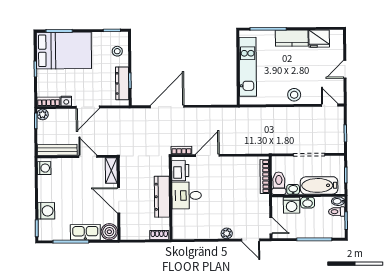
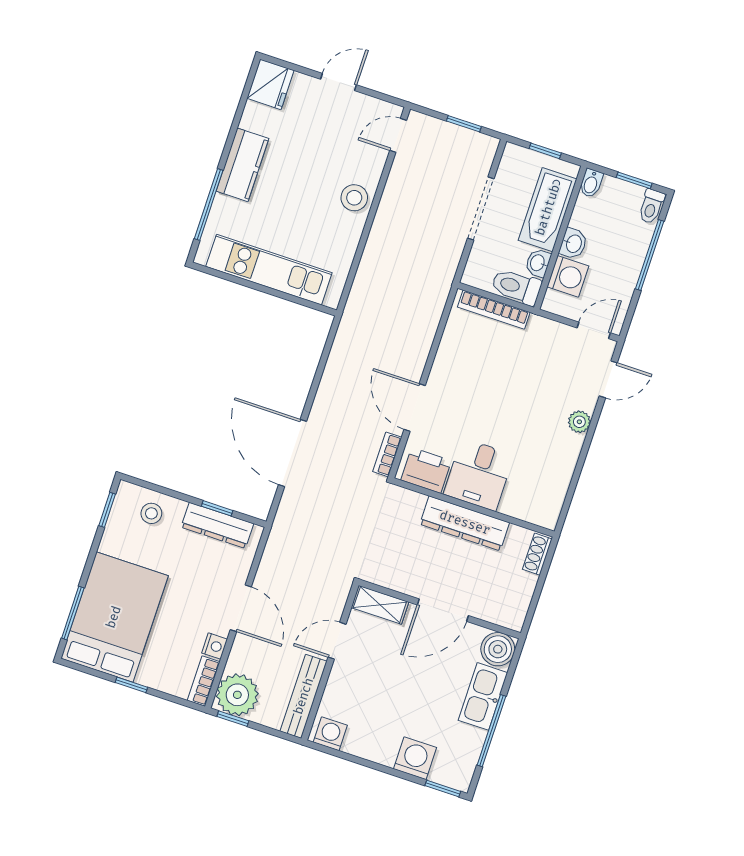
fridge: (319, 39) -> (271, 84), moved
door: (345, 69) -> (339, 82), swing flipped
plant: (43, 114) -> (237, 695), width x1.88, depth x1.88
toilet: (337, 212) -> (651, 206), moved

